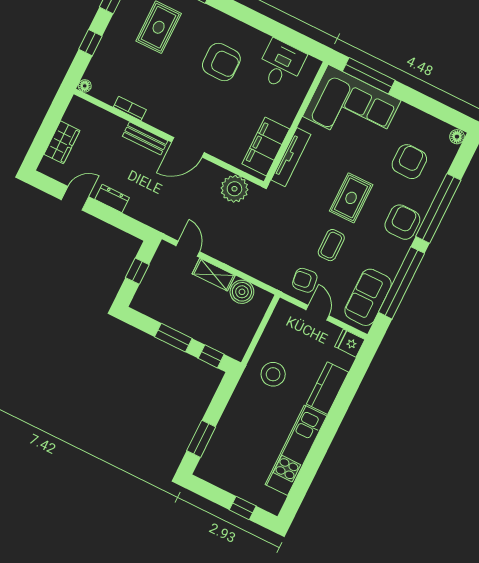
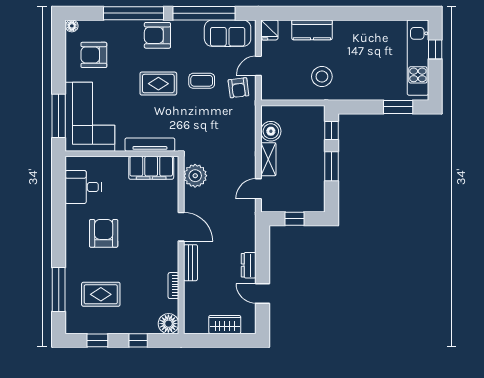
floor lamp: (85, 86) -> (168, 324), width x1.89, depth x1.89
armchair: (409, 162) -> (94, 55), moved
kitchen unit: (296, 450) -> (418, 58), moved, turned 90

